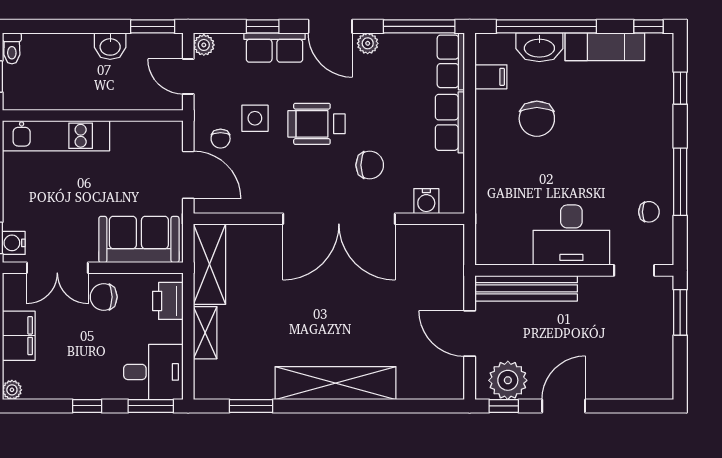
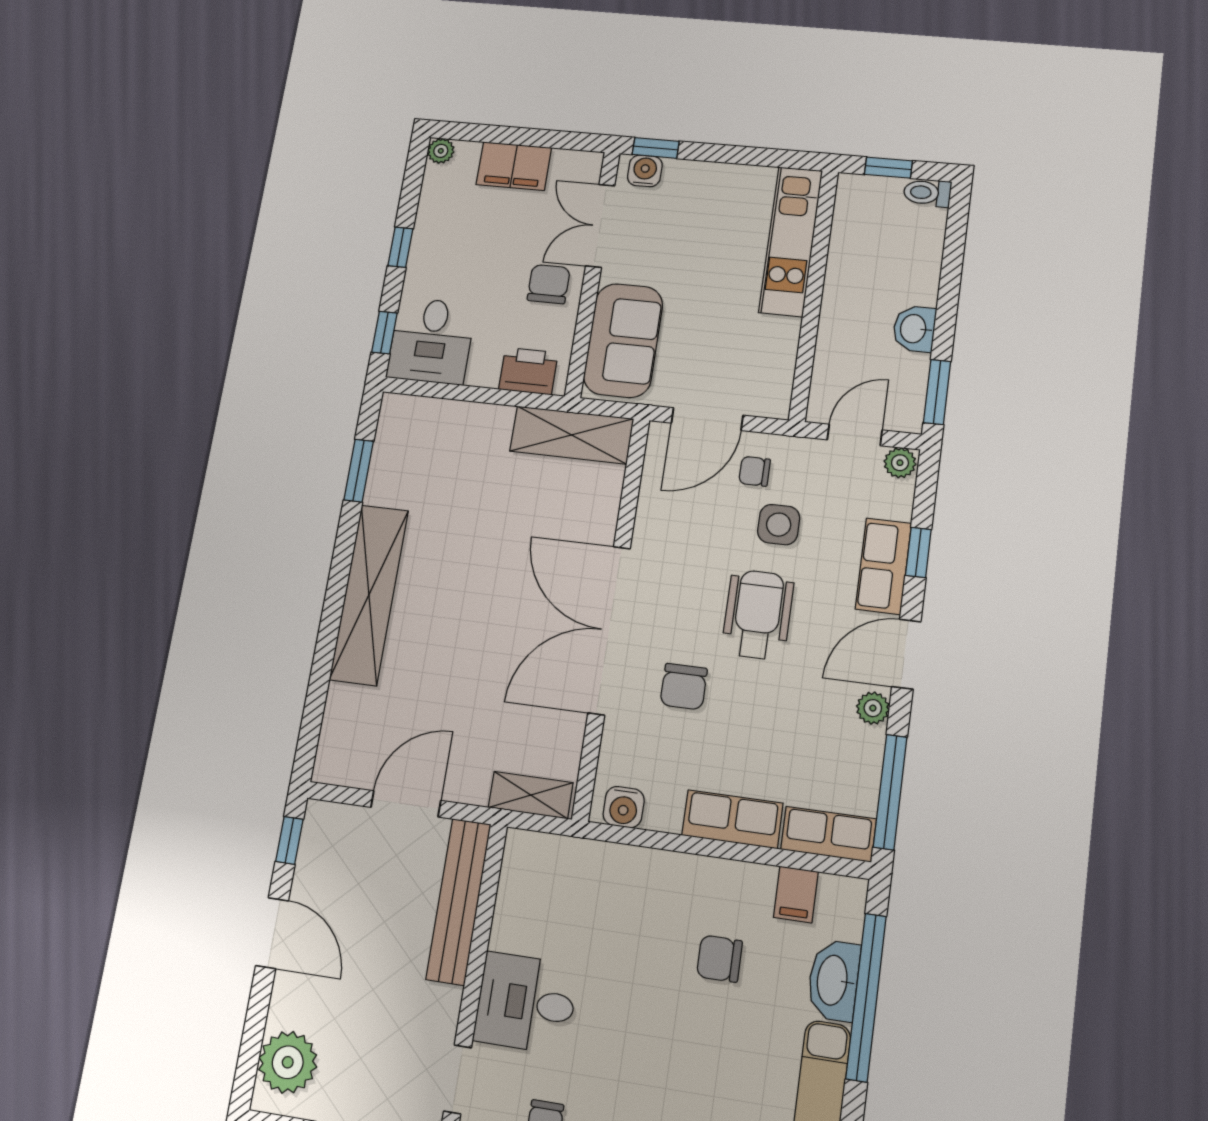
chair: (537, 119) -> (719, 959), width x0.73, depth x0.73
water cooler: (426, 201) -> (624, 807), moved, turned -90
desk: (571, 235) -> (526, 1003), width x0.73
shelving: (205, 333) -> (531, 795), moved
plant: (508, 380) -> (288, 1062), moved
window: (151, 406) -> (384, 333), width x0.67

